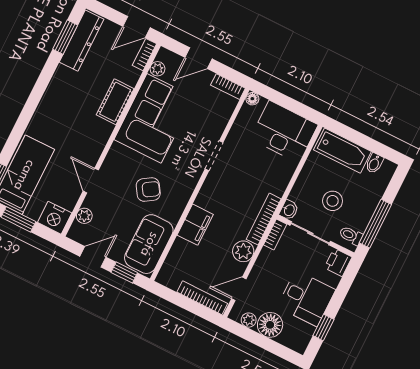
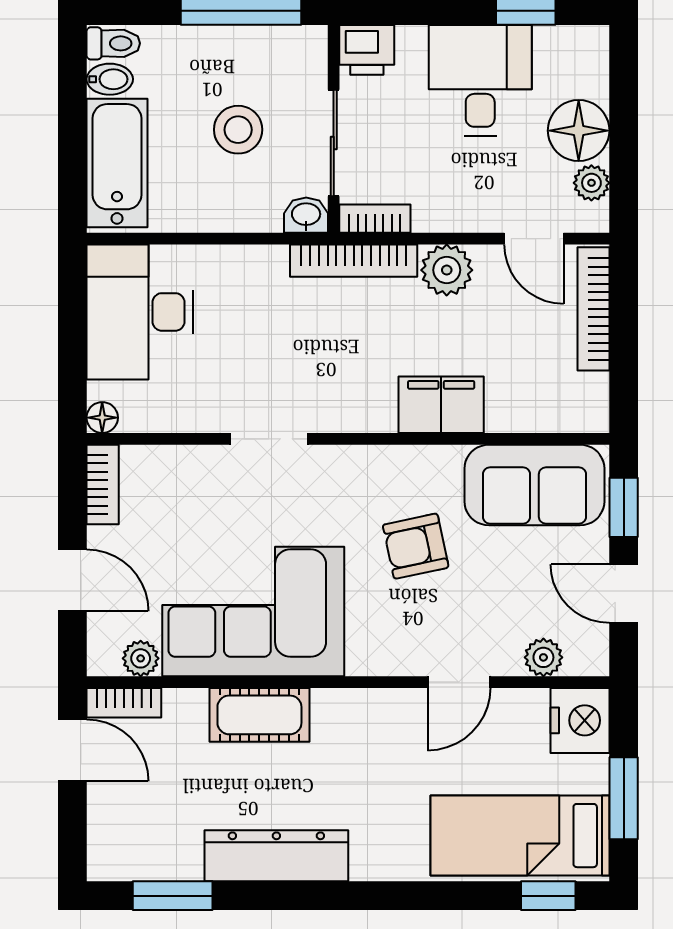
dresser: (82, 41) -> (276, 856), moved
armchair: (148, 190) -> (416, 546), turned -69
toilet: (351, 235) -> (113, 43), moved, turned -90

